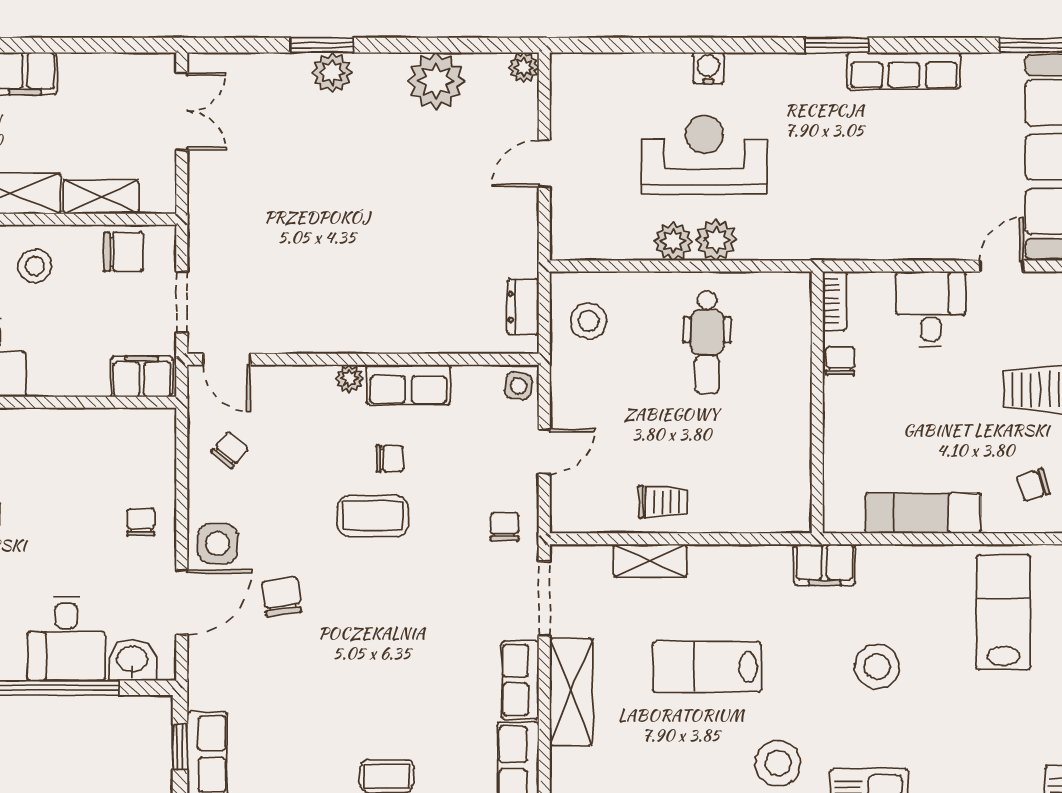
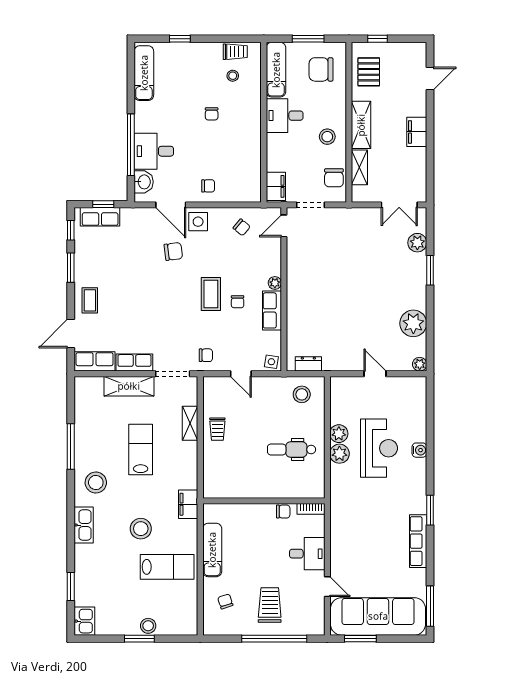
plant: (332, 72) -> (417, 243), moved
lab bench: (1003, 612) -> (167, 567), moved

